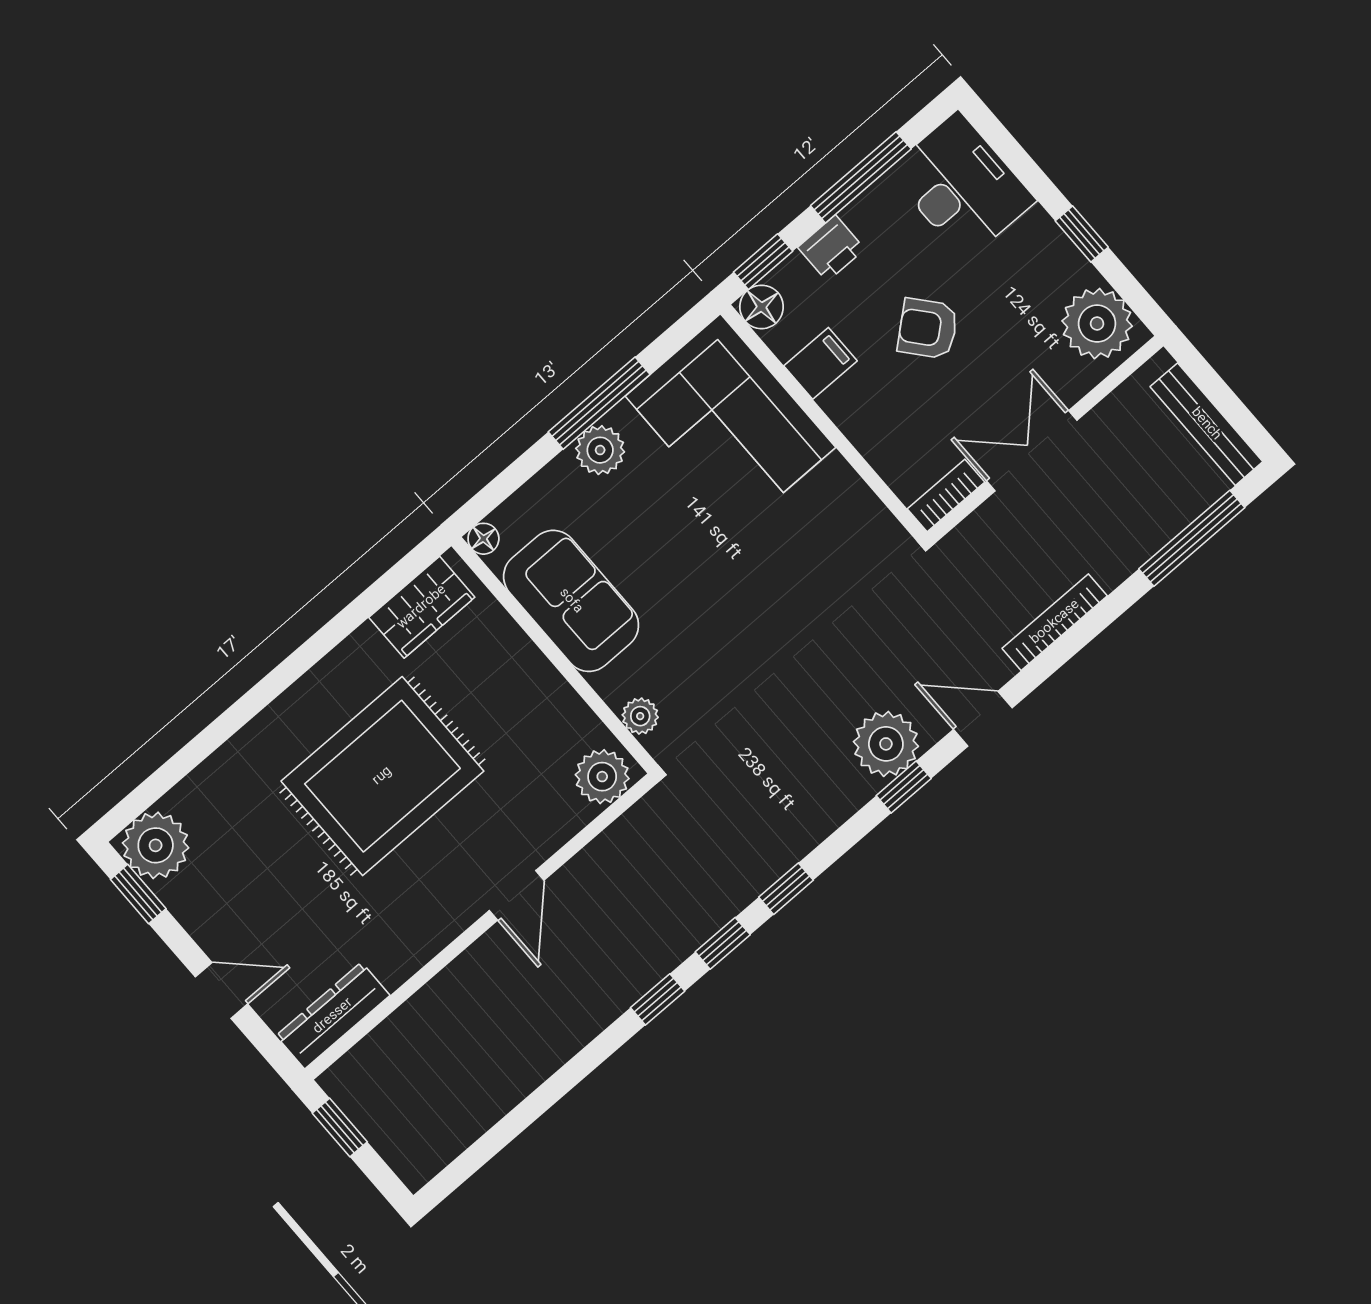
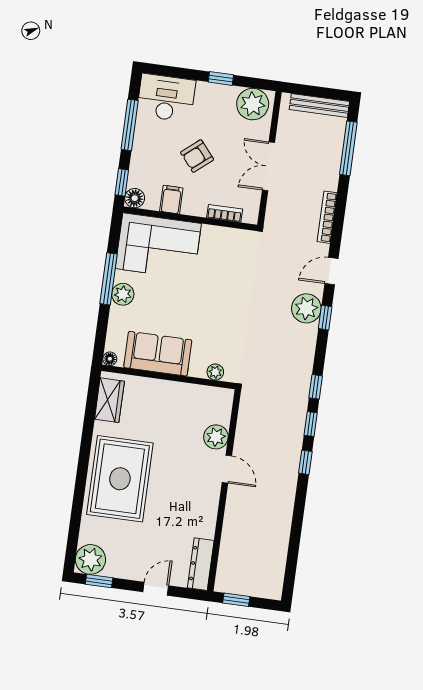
printer: (831, 248) -> (141, 158), removed
bookcase: (946, 496) -> (225, 213), moved, turned 90
rug: (382, 776) -> (120, 479), moved
plant: (602, 777) -> (216, 437), moved

